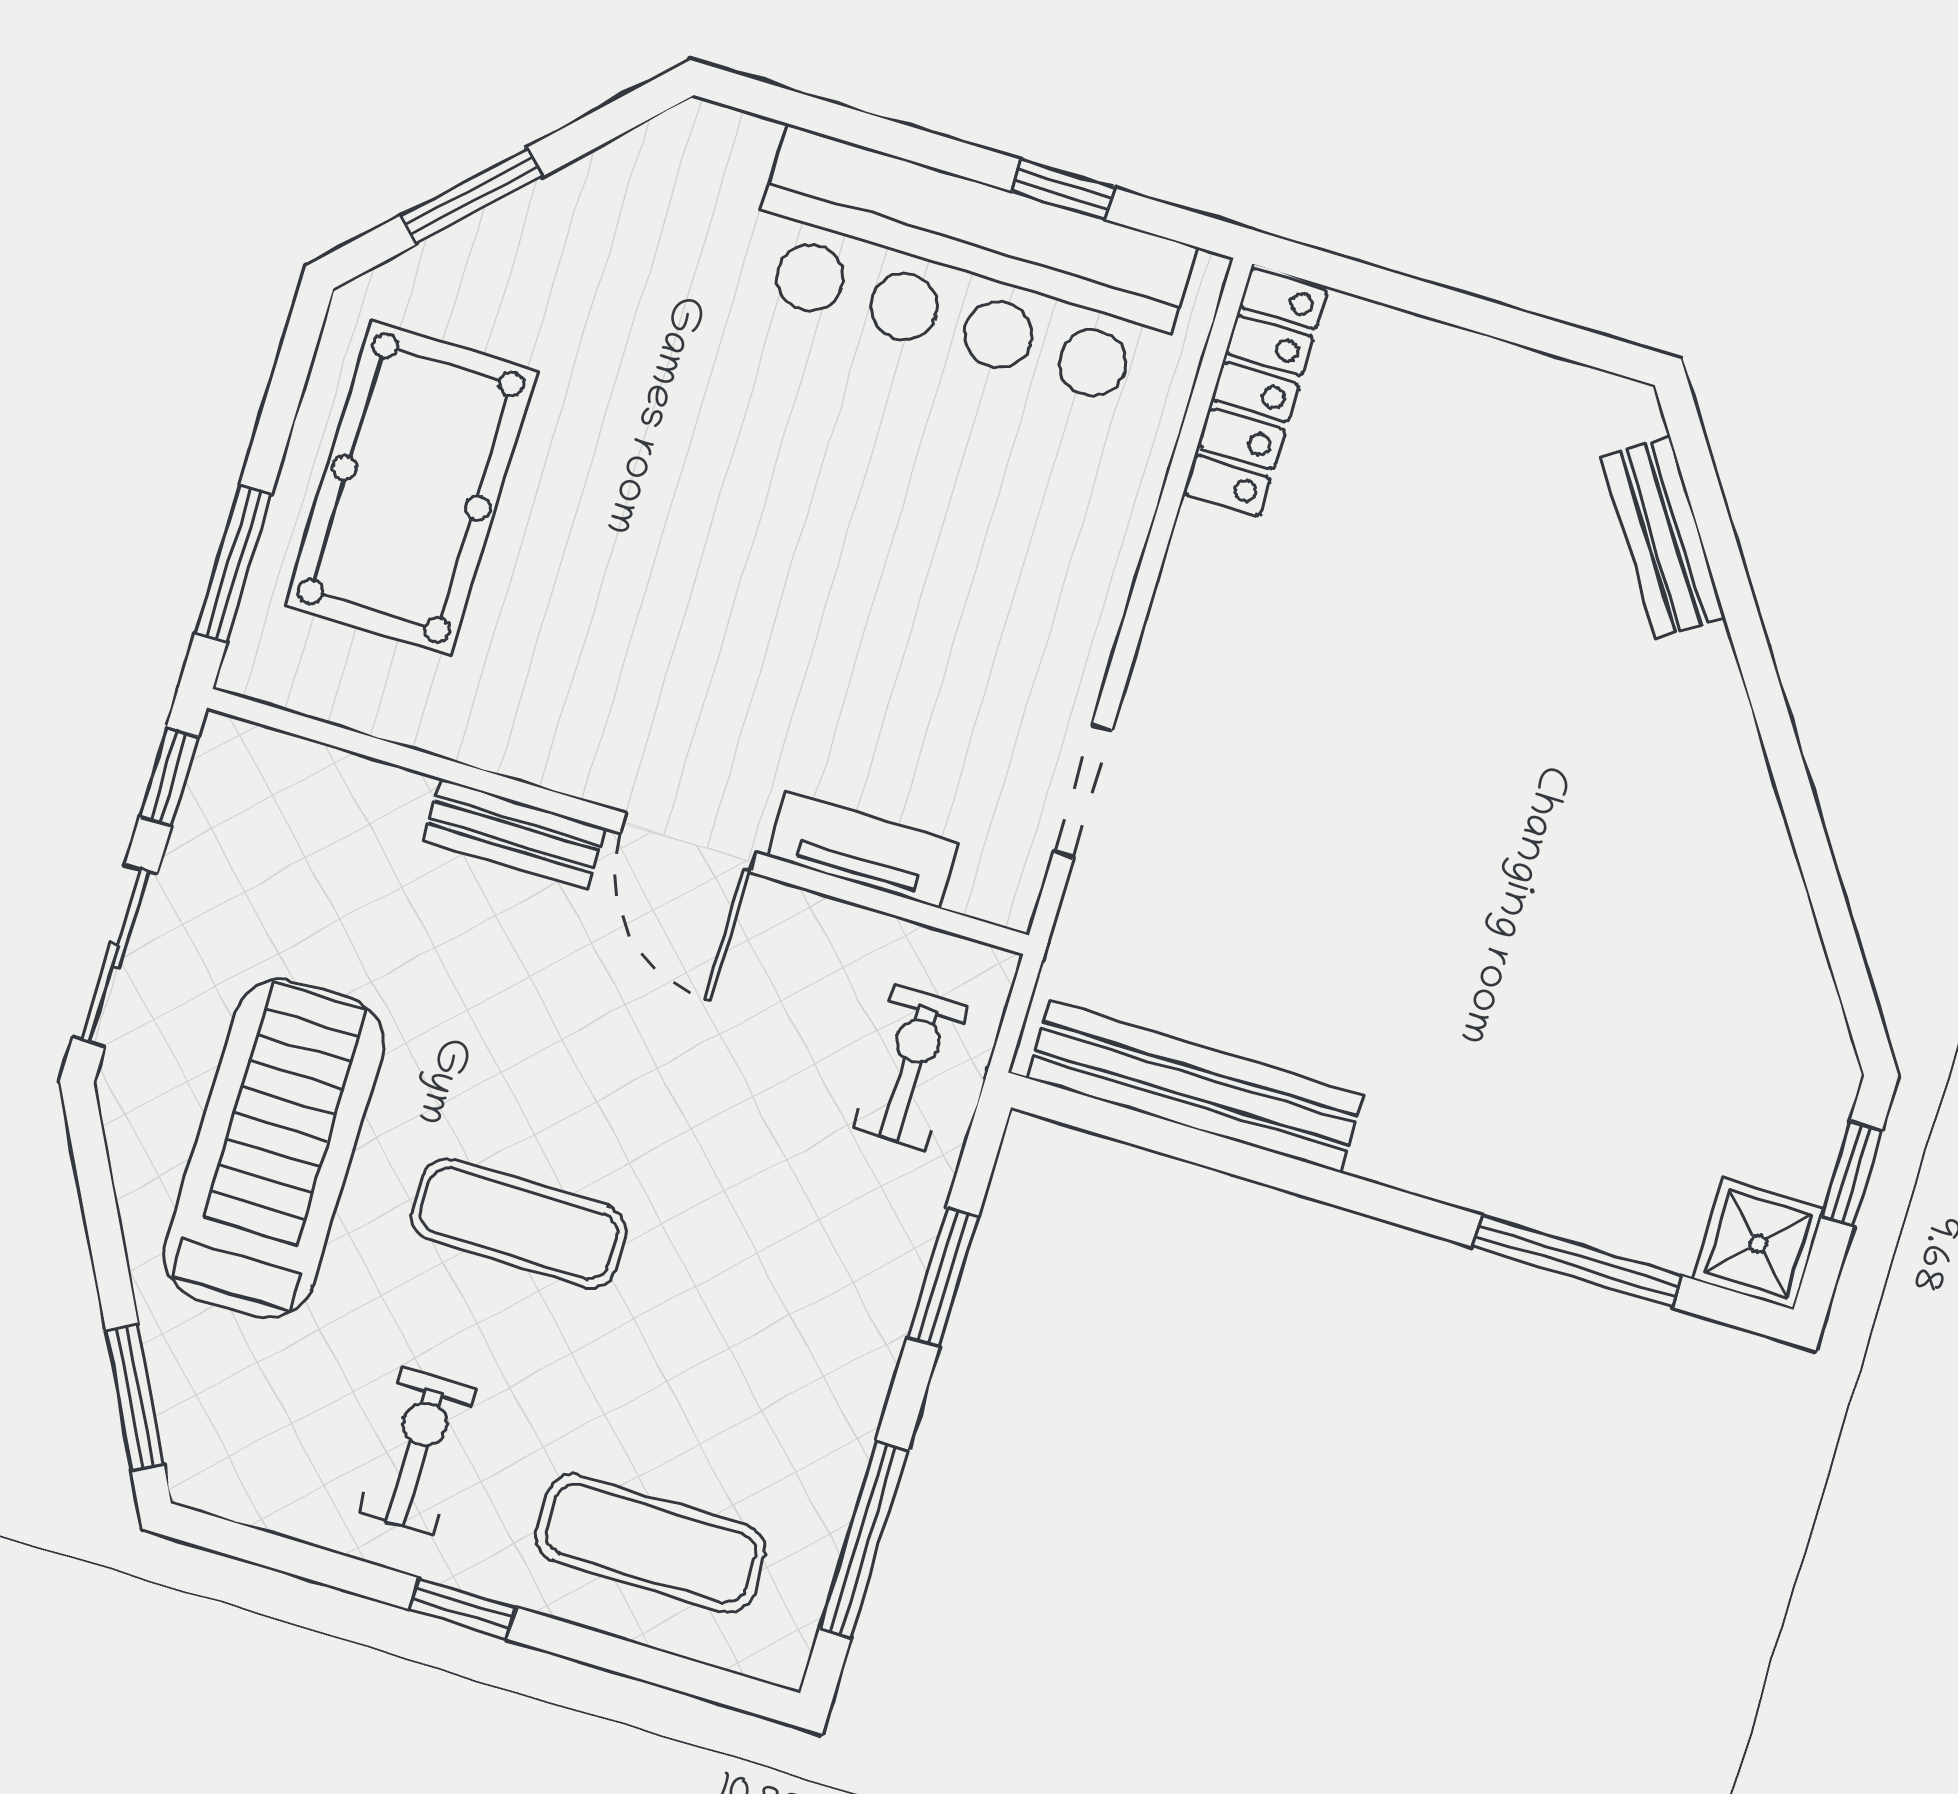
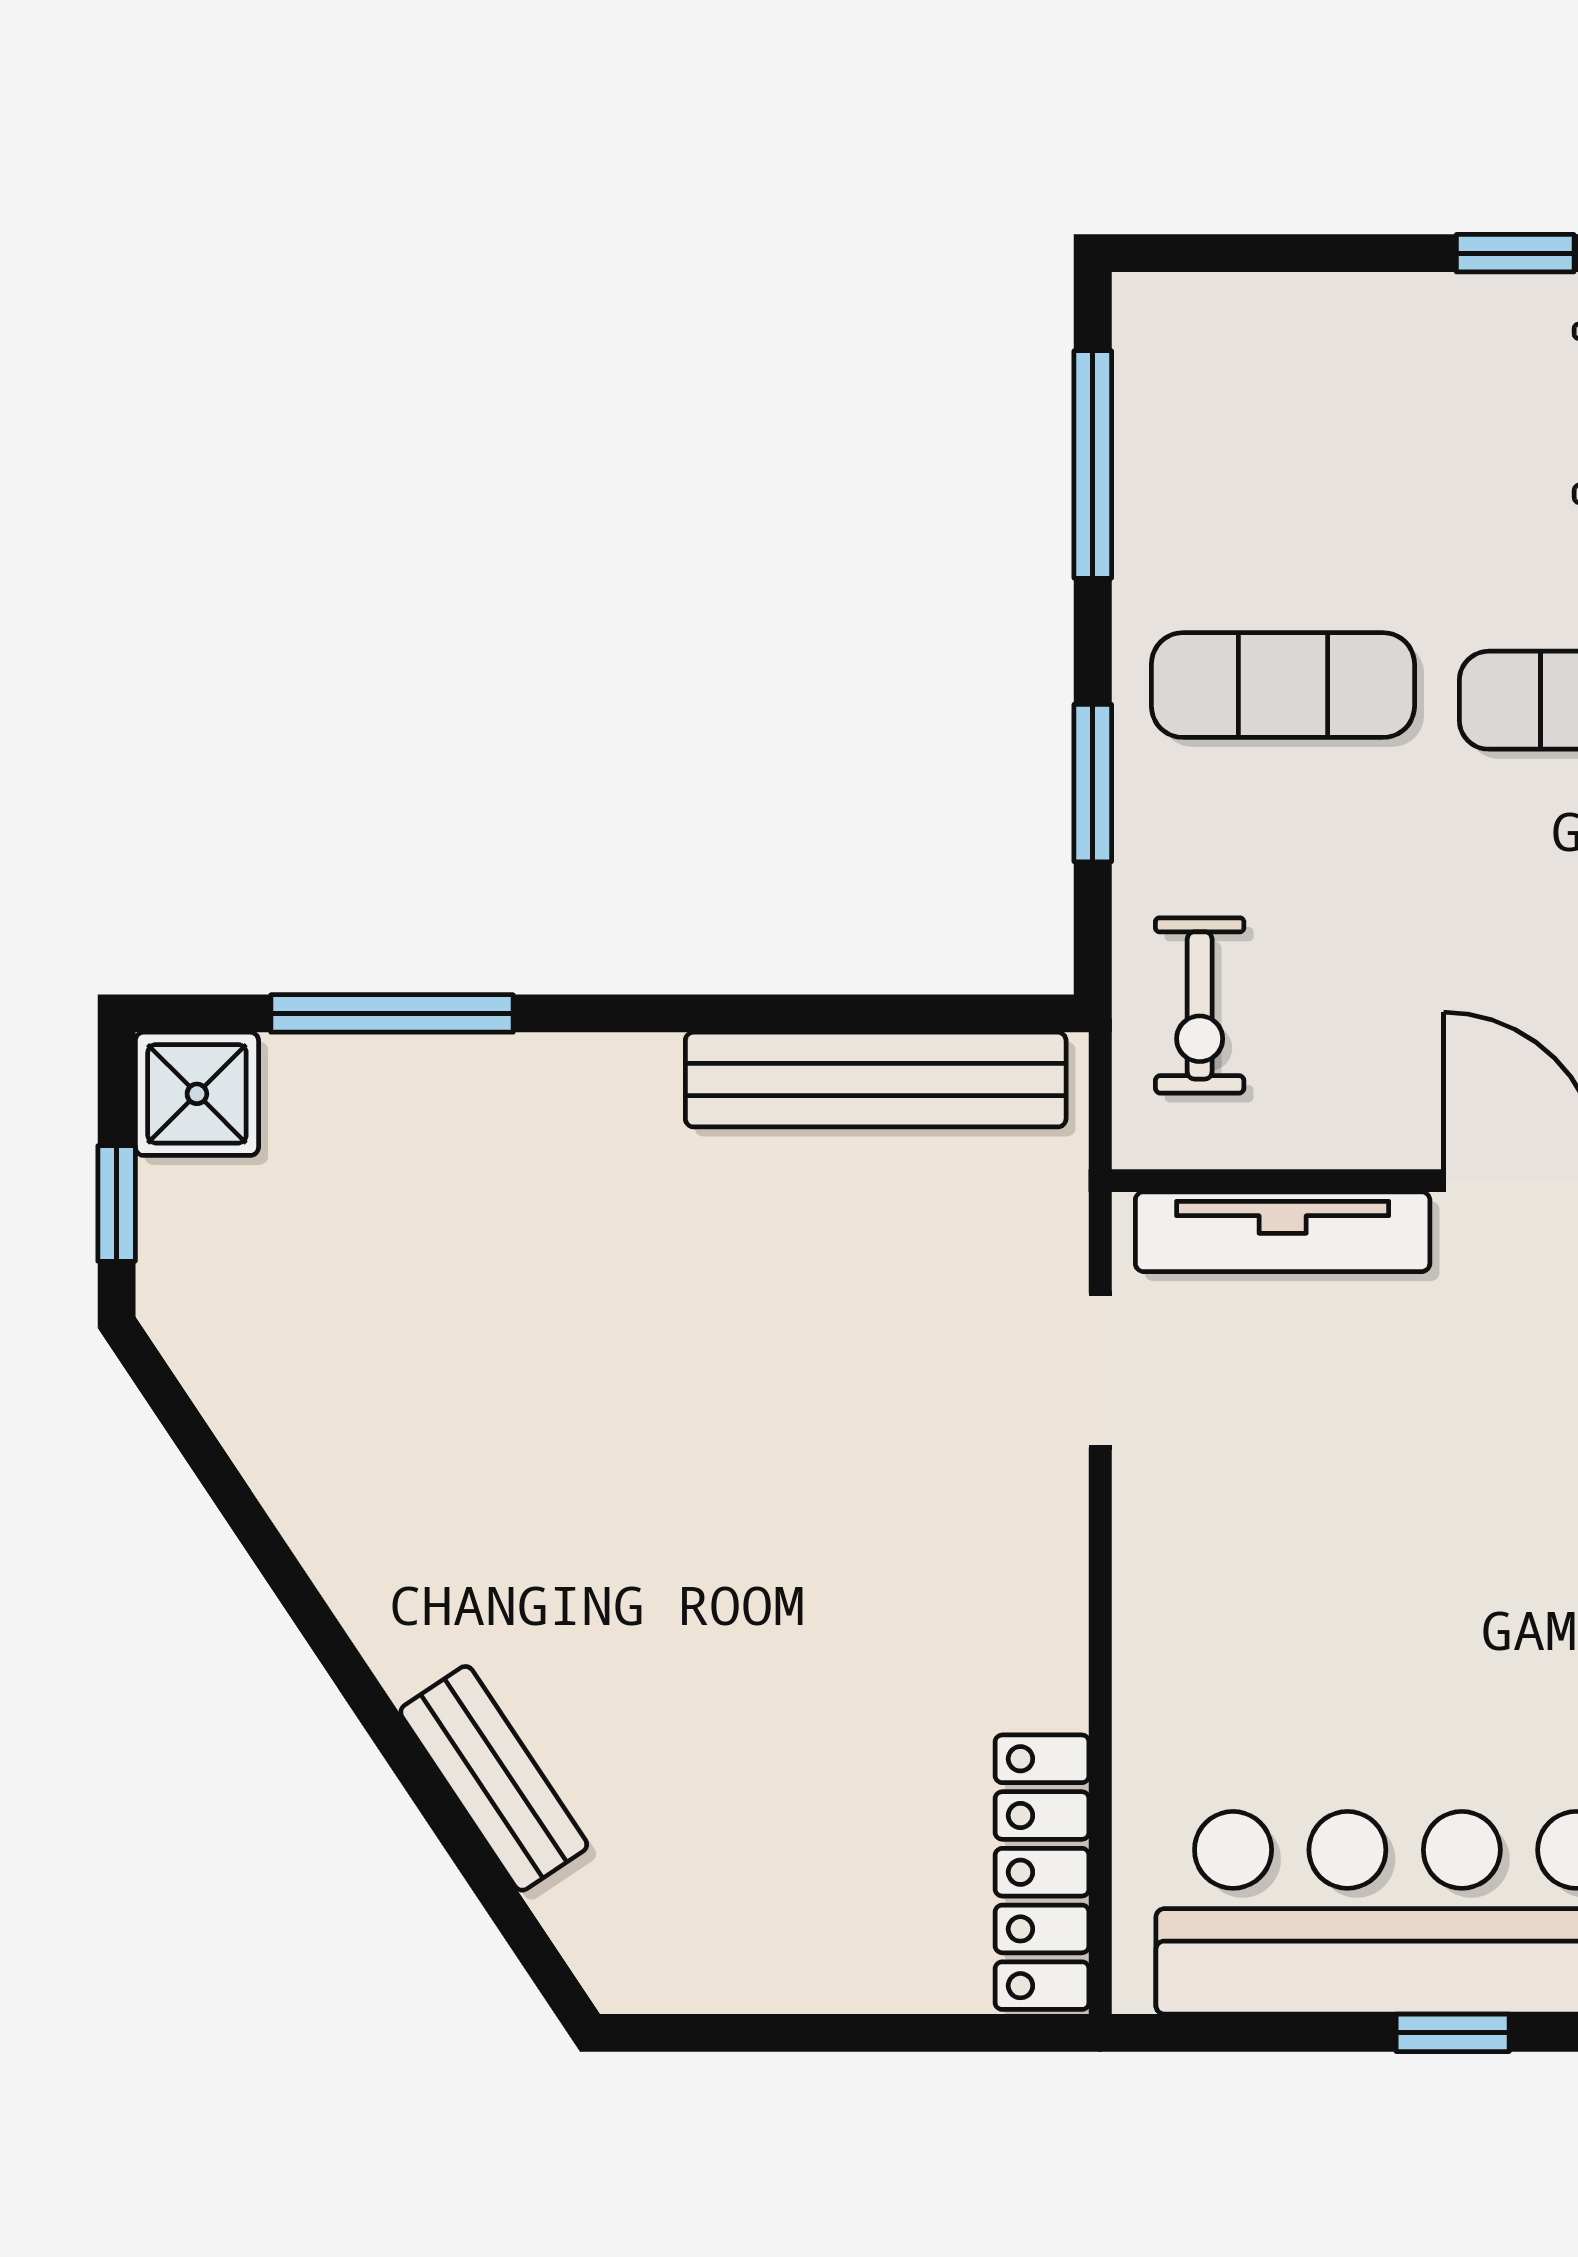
window: (1063, 189) -> (1453, 2033), moved
bench: (1663, 537) -> (494, 1778), moved
tv unit: (863, 849) -> (1283, 1232), width x1.41
exercise mat: (650, 1543) -> (1283, 685), moved

